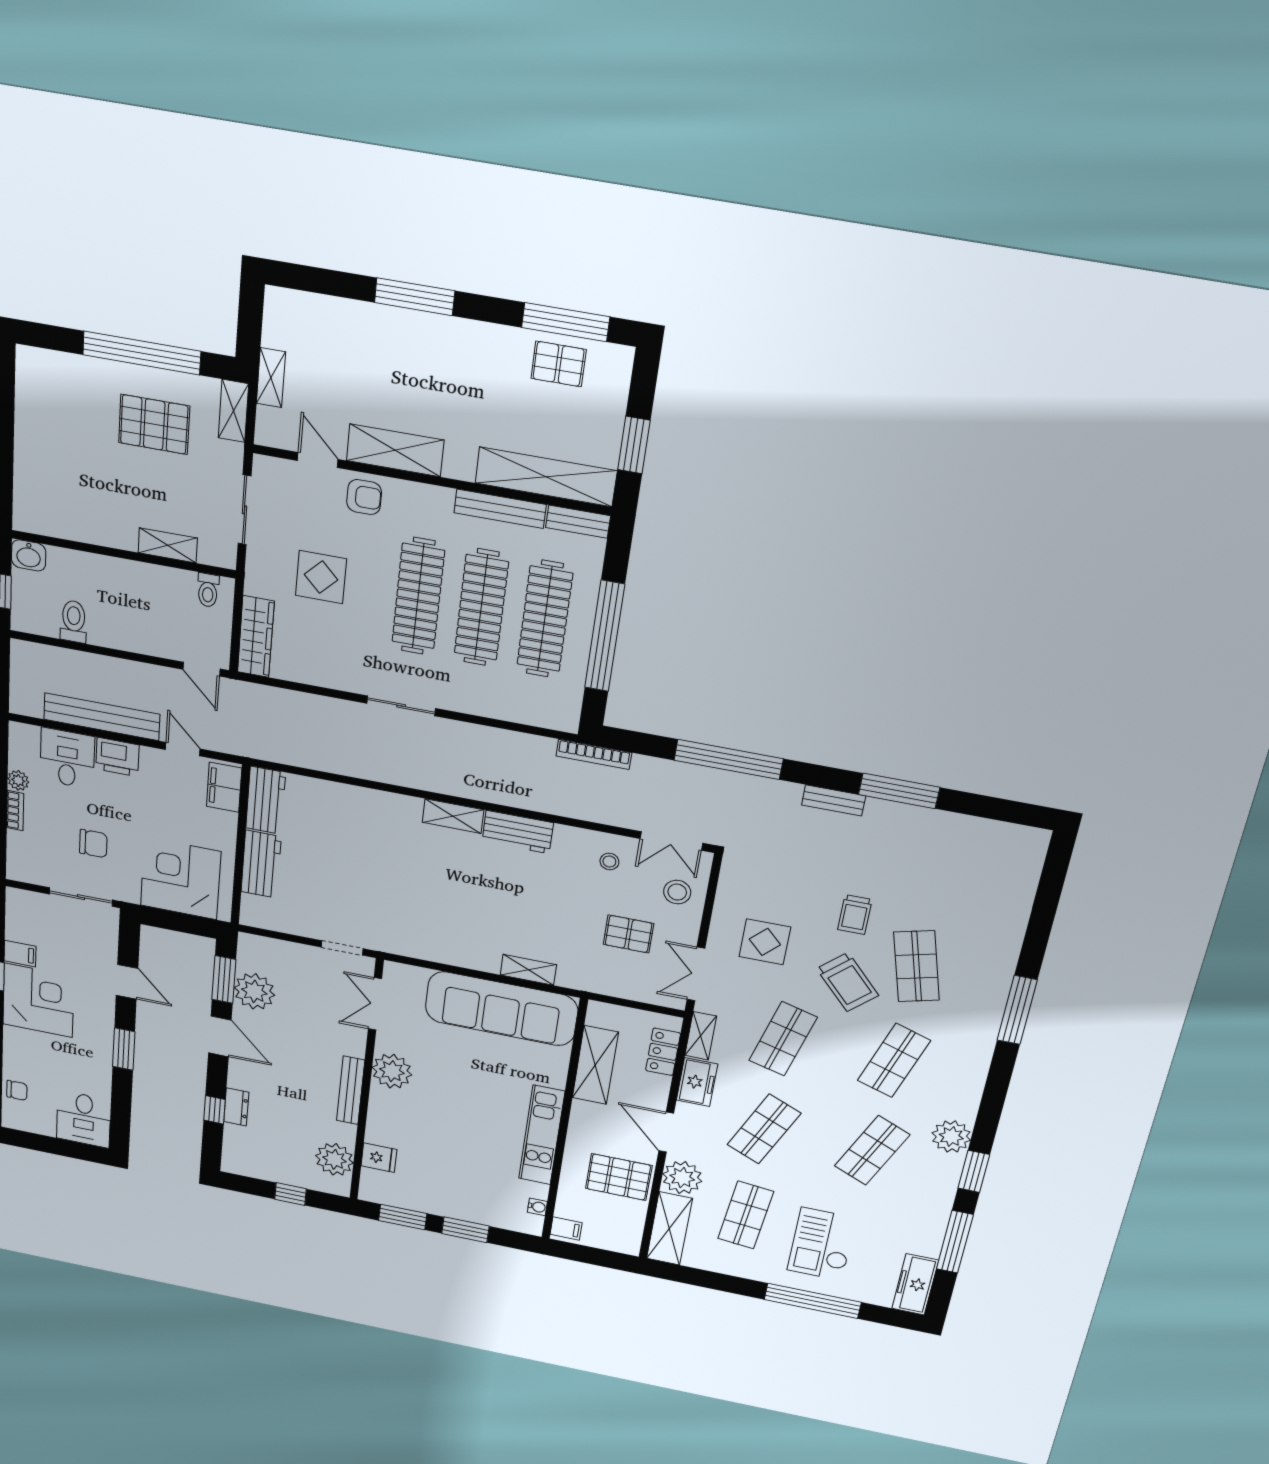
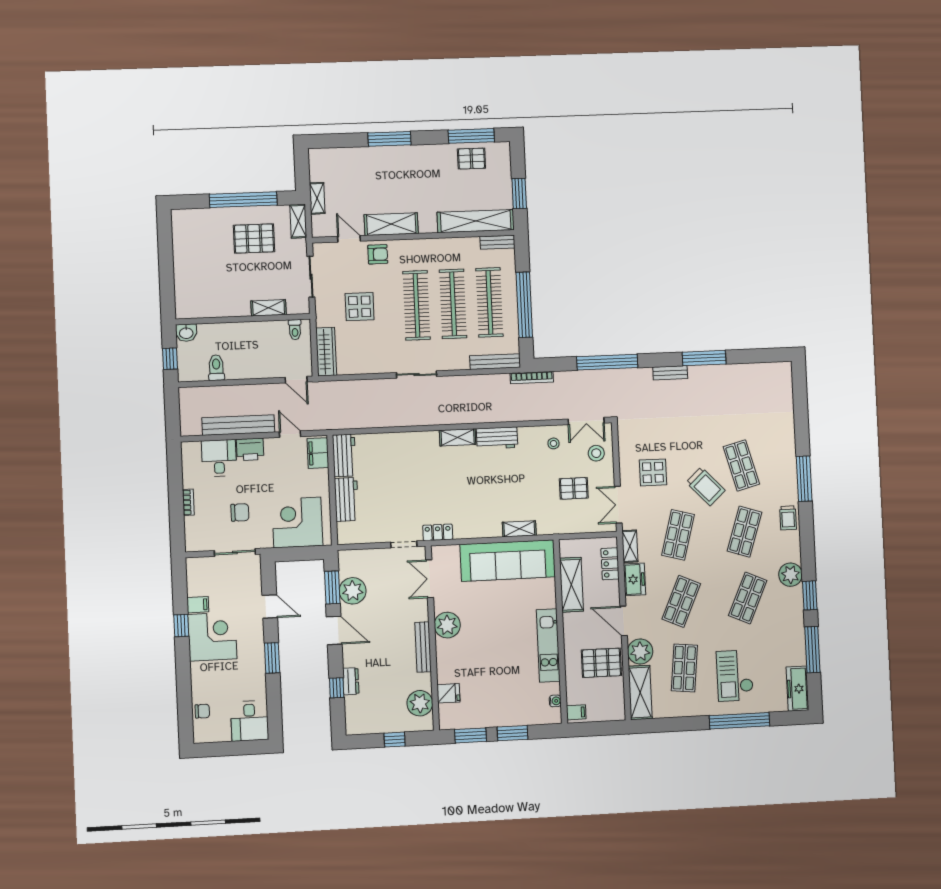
bench: (500, 509) -> (495, 362), moved
plant: (18, 780) -> (189, 481), removed
trolley: (855, 915) -> (788, 518), moved
locker: (398, 944) -> (438, 532), added

